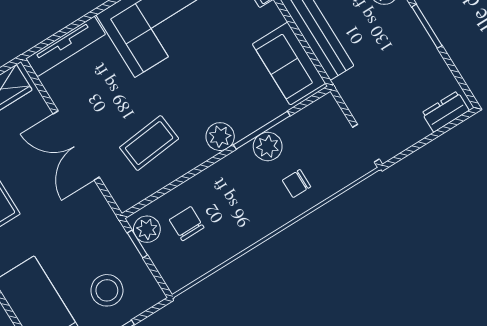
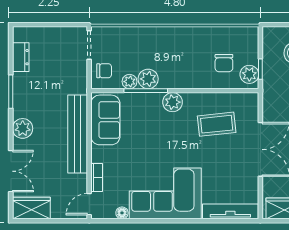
dresser: (445, 112) -> (21, 57), moved, turned -90
plant: (289, 129) -> (129, 82), added
chair: (296, 184) -> (104, 71), moved

